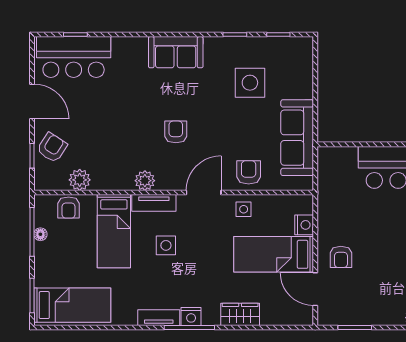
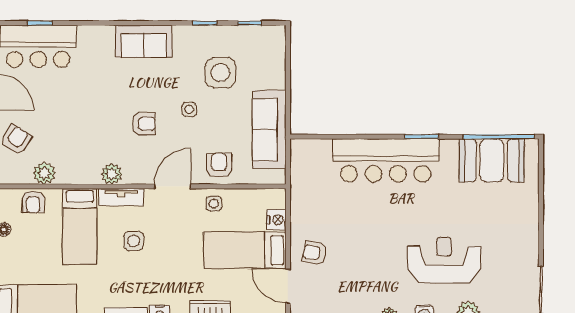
side table: (220, 118) -> (189, 109), added
armchair: (176, 132) -> (144, 124), turned 90
armchair: (341, 257) -> (314, 253), turned 101

